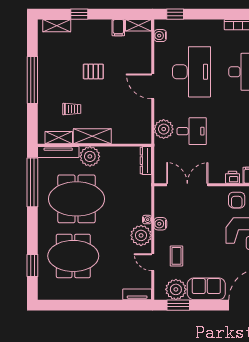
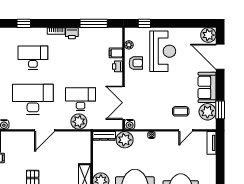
desk: (192, 131) -> (81, 99), width x1.37
water cooler: (160, 224) -> (130, 124), moved
plant: (141, 235) -> (125, 140), moved

